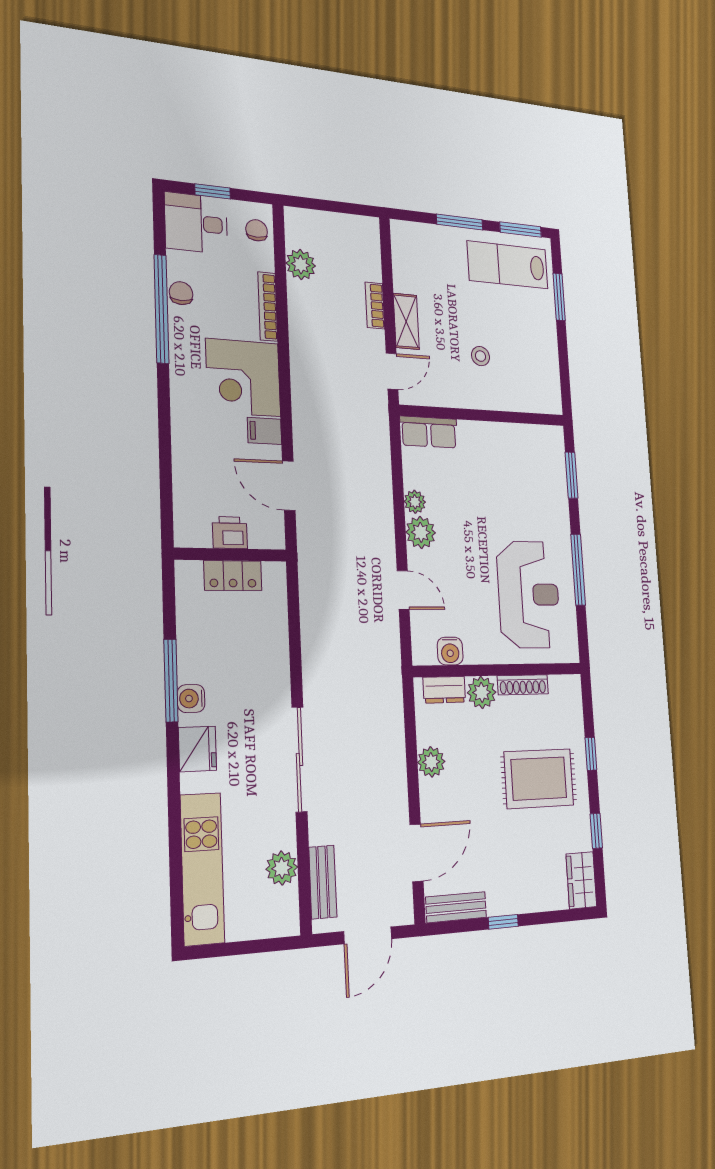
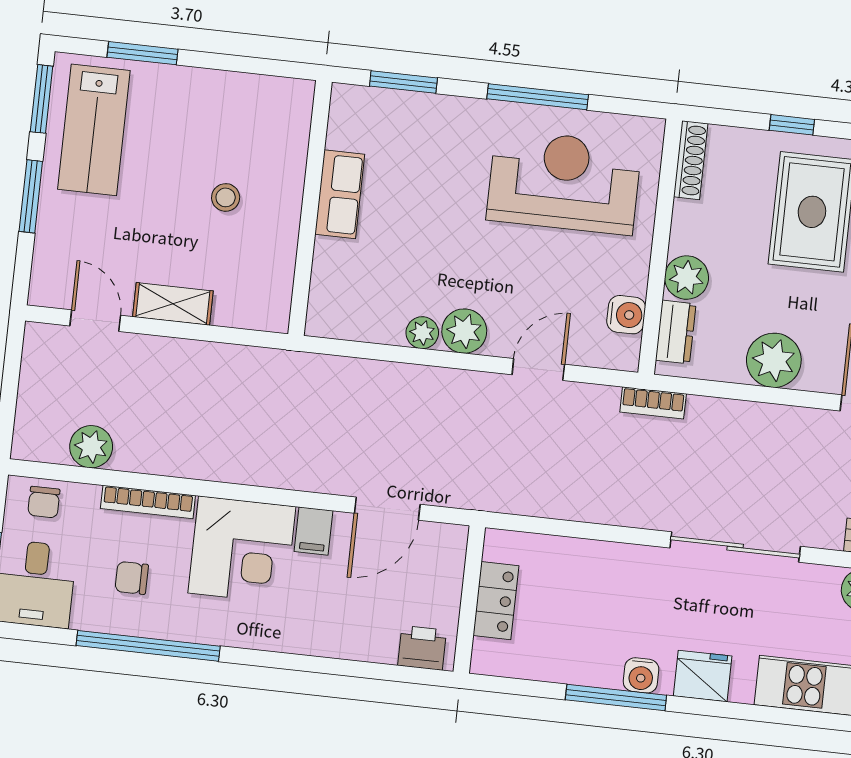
chair: (257, 230) -> (44, 502), turned -90
chair: (181, 293) -> (132, 578), moved
bookcase: (375, 306) -> (653, 403), moved
door: (392, 371) -> (95, 321), moved
row of seats: (429, 432) -> (340, 194), moved
printer: (230, 533) -> (422, 648), moved, turned 90
shoe rack: (523, 685) -> (691, 160), moved
plant: (431, 762) -> (774, 360), width x1.36, depth x1.36

